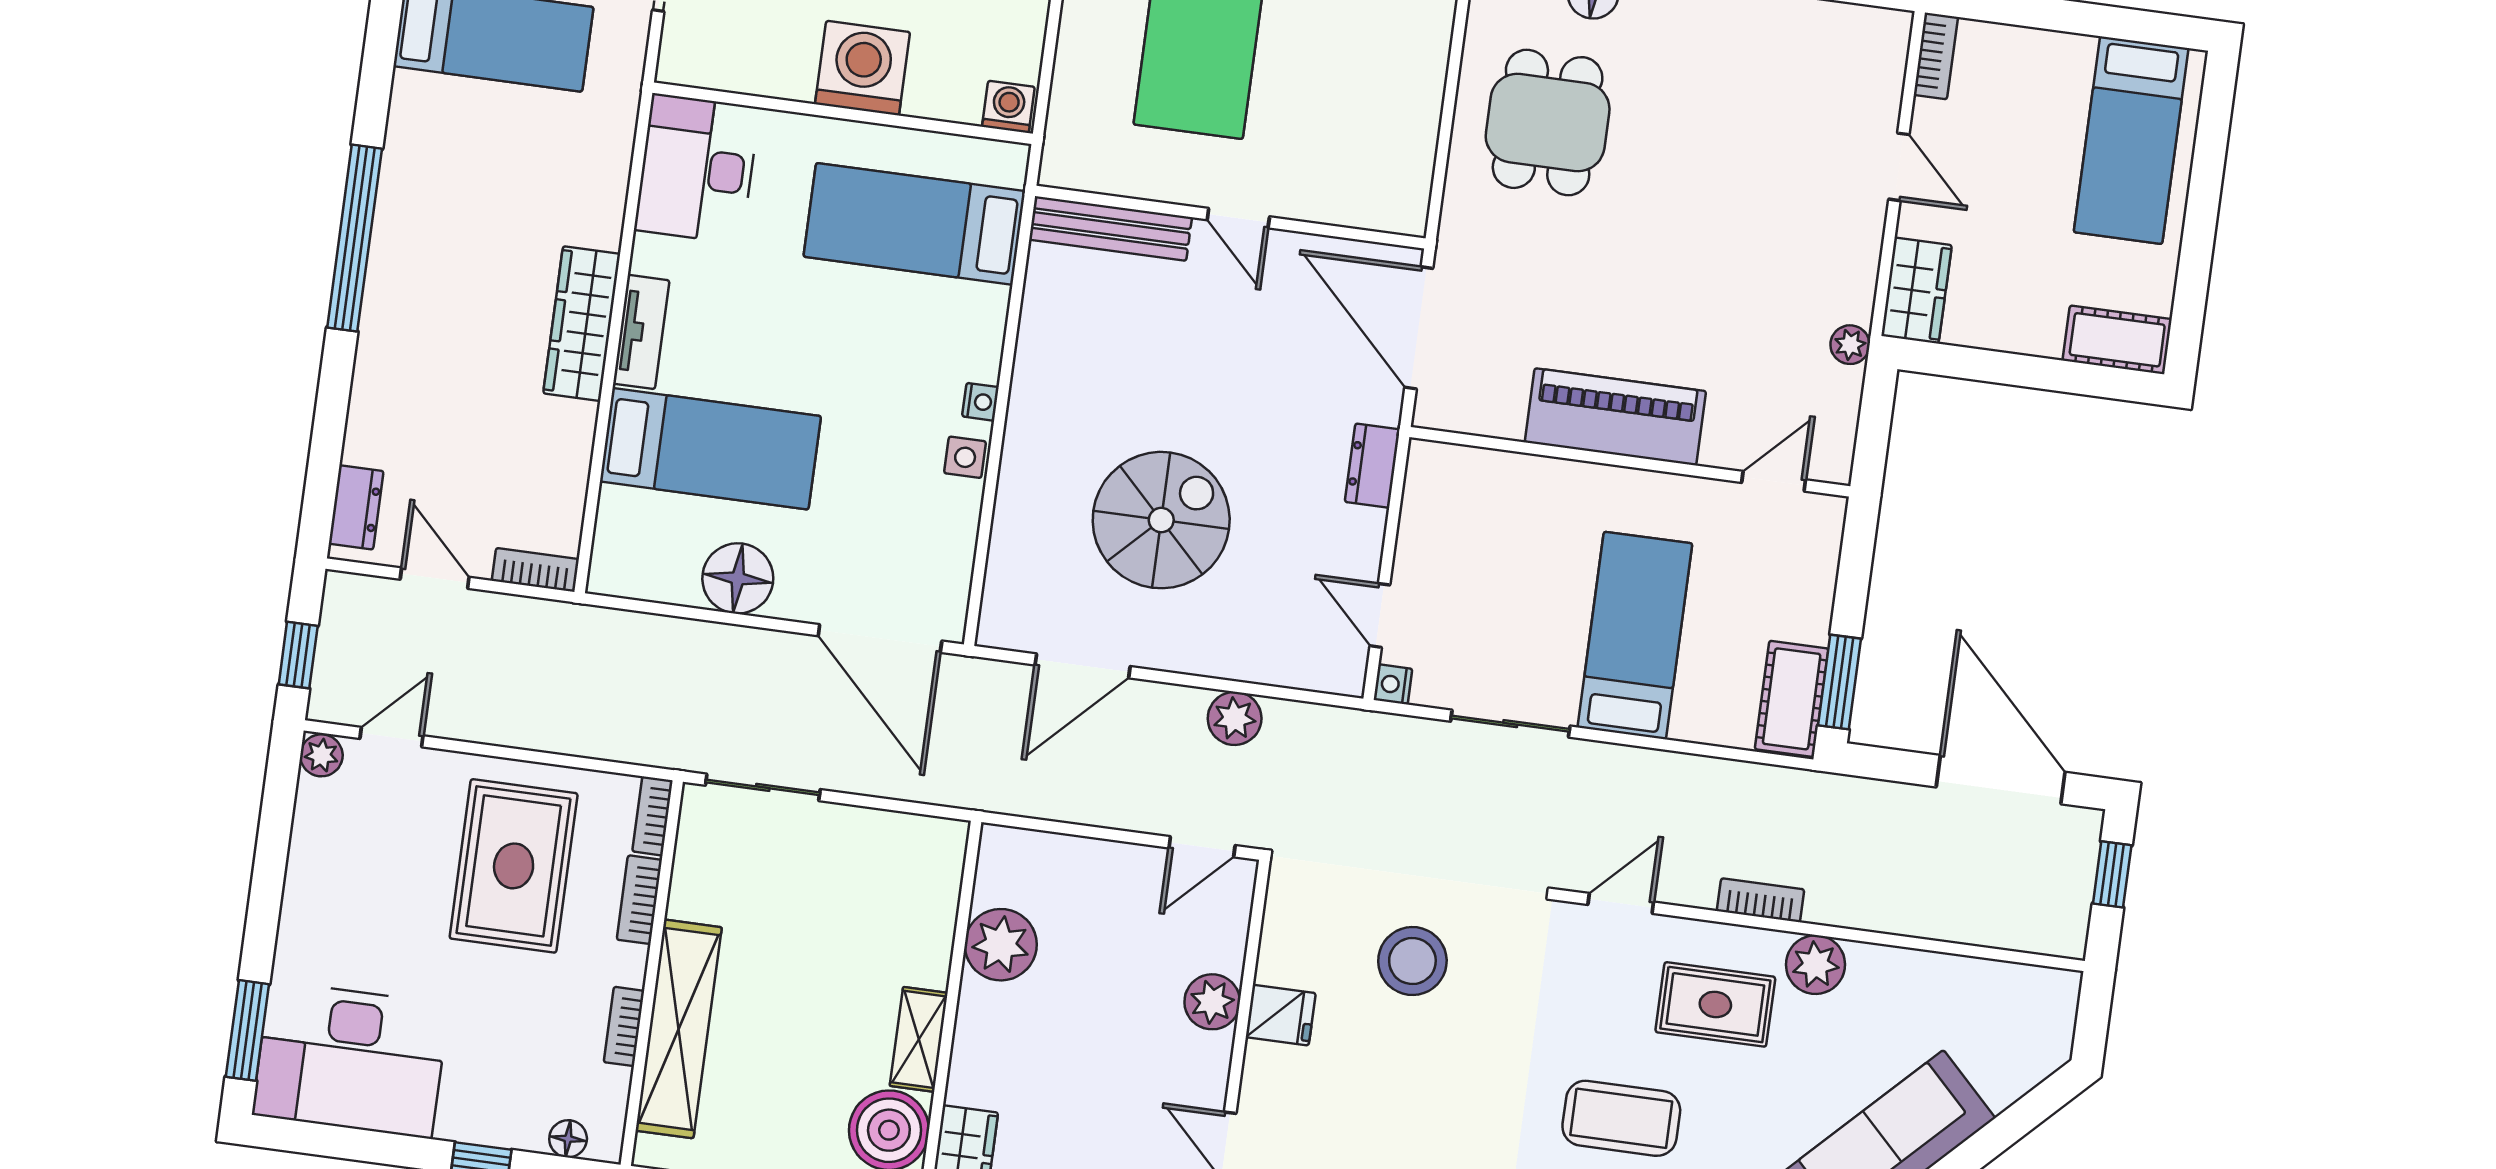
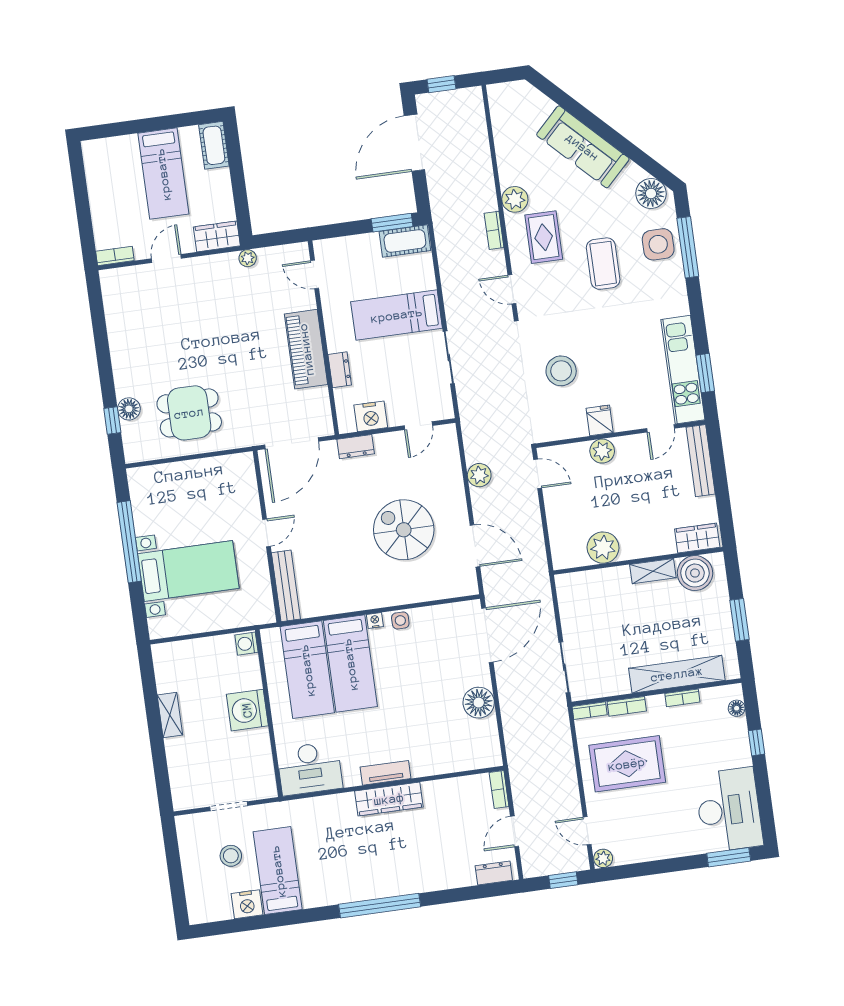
bed: (2131, 140) -> (163, 174), moved, turned 90
bed: (710, 449) -> (350, 664), moved, turned 180
dresser: (1550, 478) -> (340, 370), added
nightstand: (1393, 684) -> (371, 416), moved, width x1.89, depth x1.79

